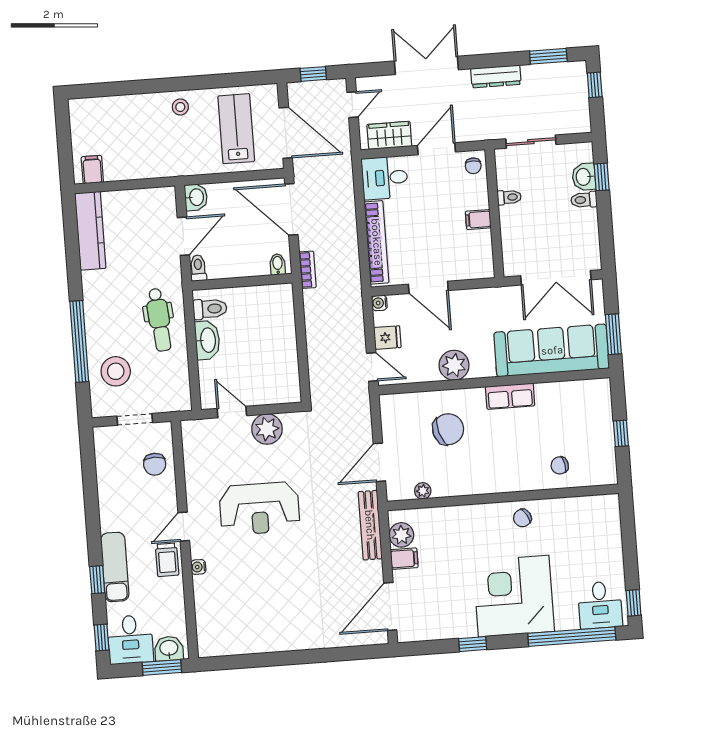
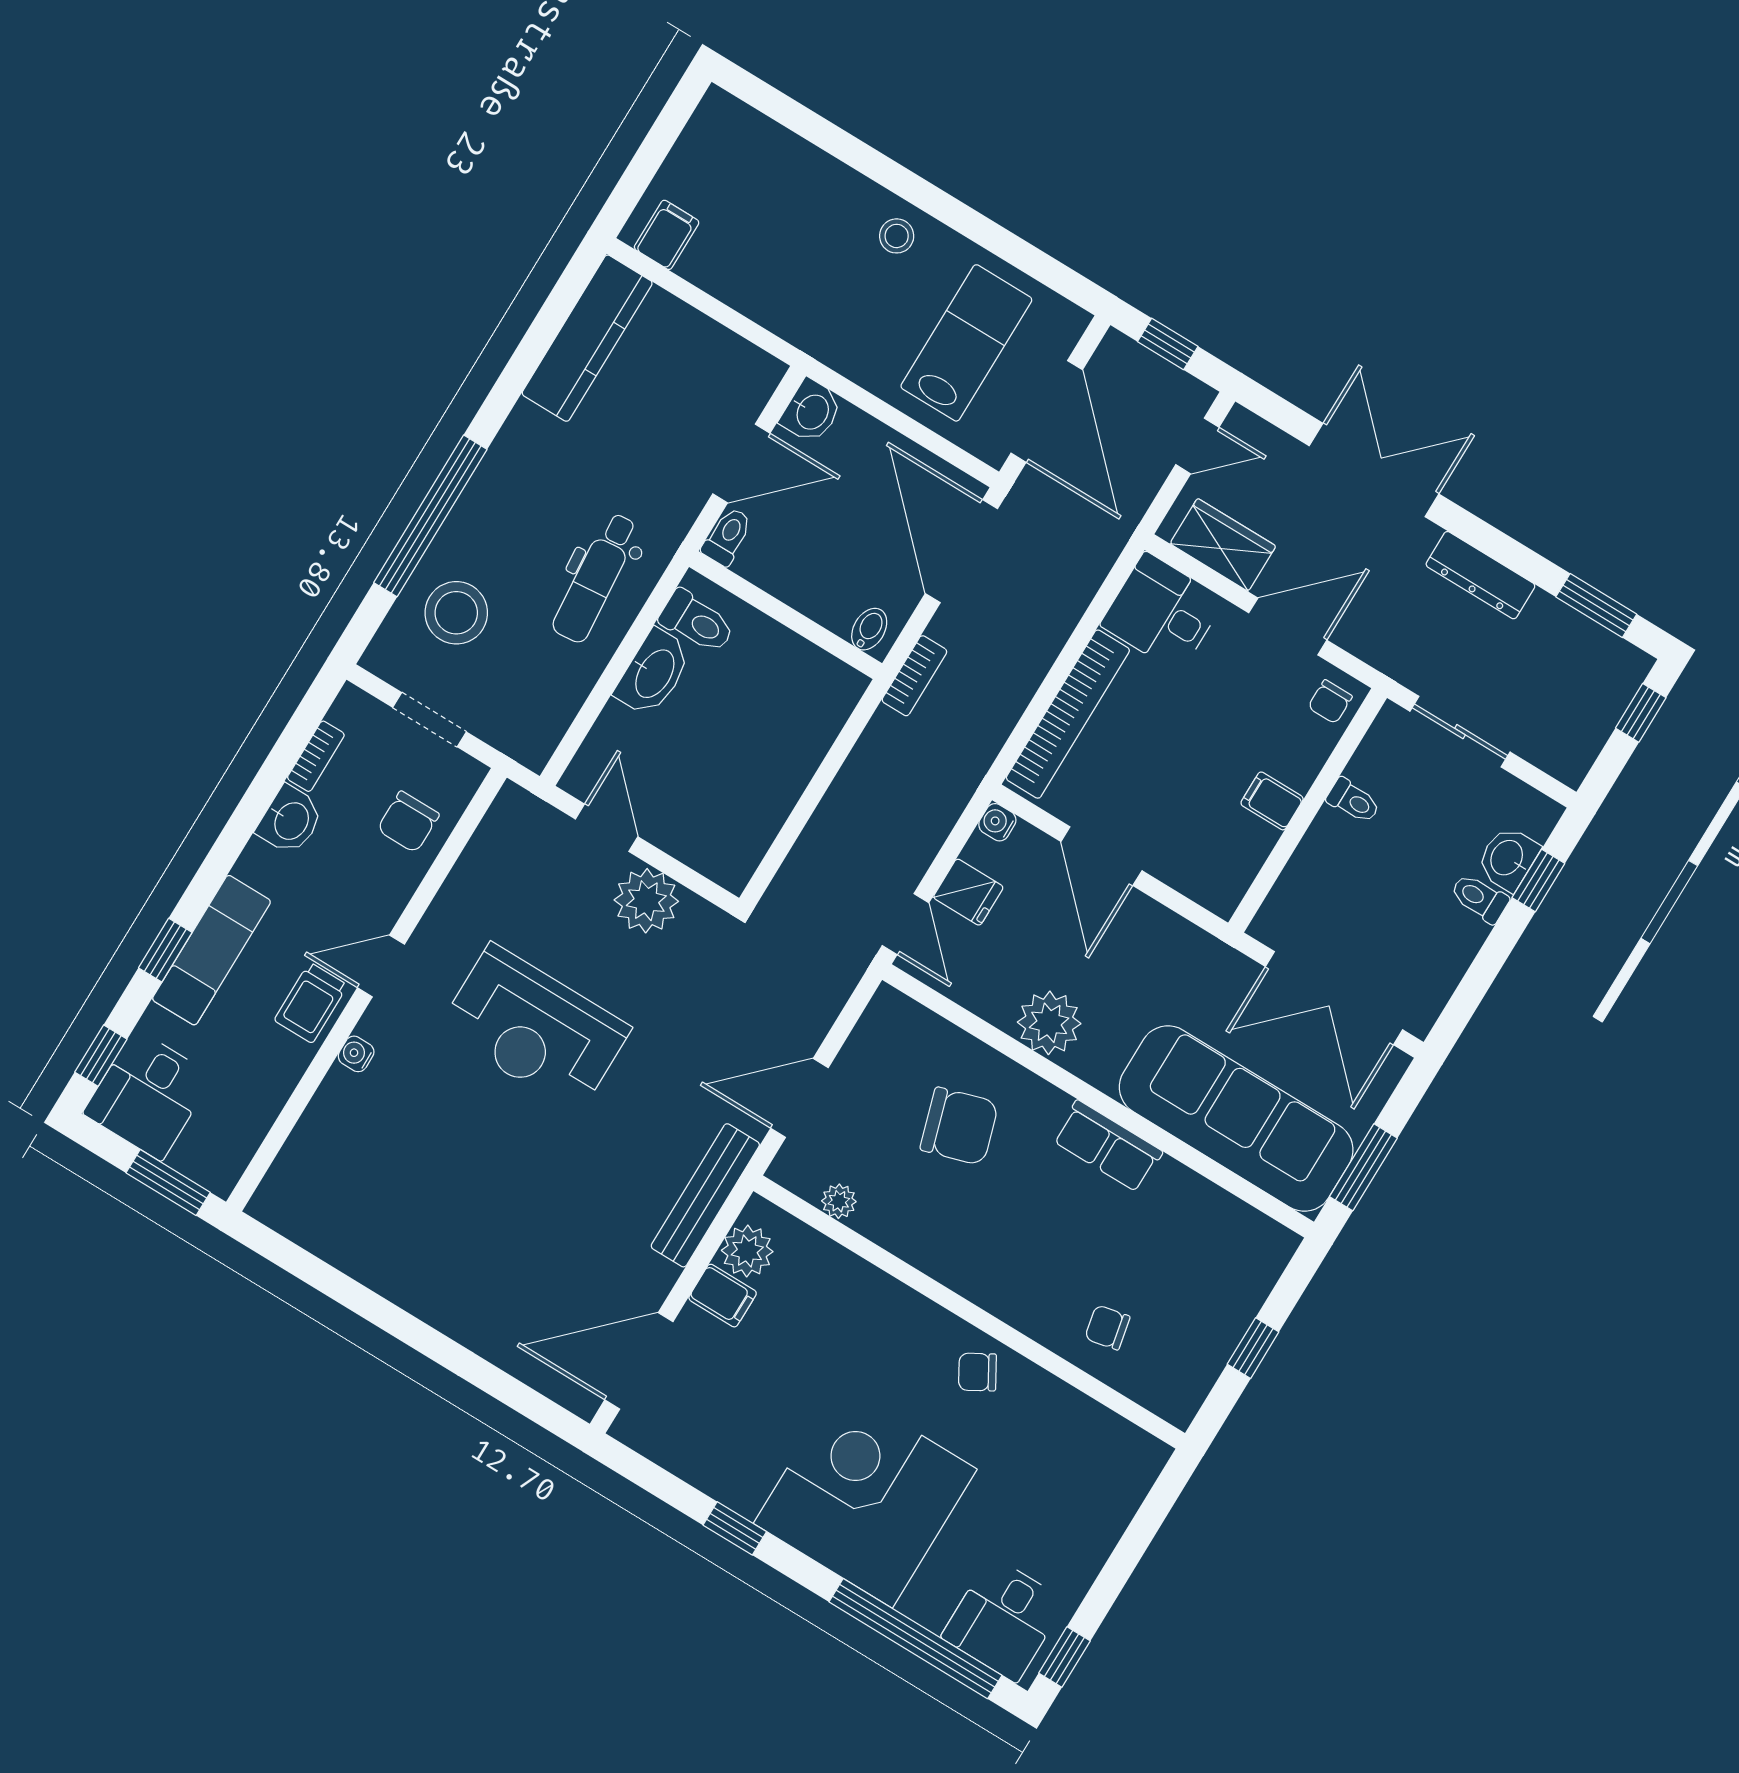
bookcase: (101, 464) -> (316, 756), added
washbasin: (169, 649) -> (290, 820), moved, turned 90

